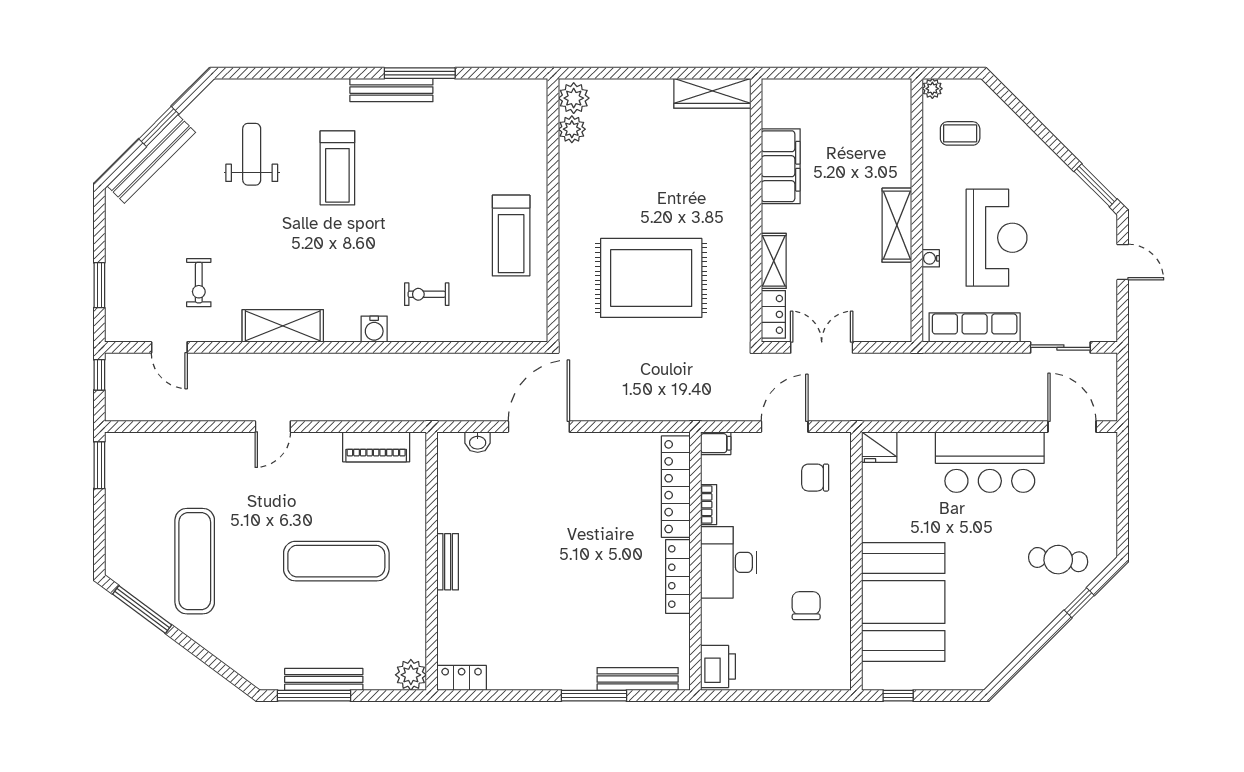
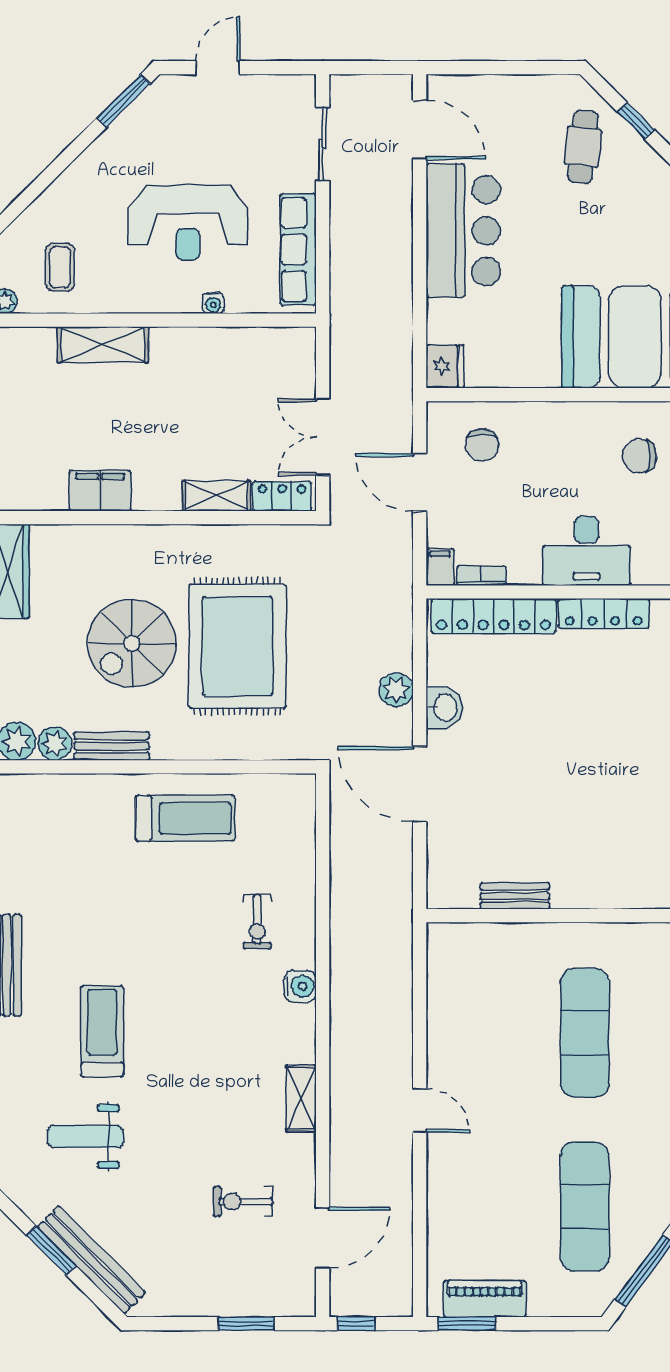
filing cabinet: (781, 166) -> (100, 491), width x0.67, depth x0.86
treadmill: (337, 168) -> (102, 1031), turned -90
bench: (570, 175) -> (112, 746), added
spiral stairs: (654, 192) -> (132, 643), added
shelving: (897, 225) -> (103, 345), moved
reception desk: (996, 238) -> (188, 222), turned 180
exercise bike: (199, 283) -> (243, 1201), turned 180
shelving: (283, 326) -> (301, 1098), width x0.67, depth x0.75
door: (169, 347) -> (323, 1238), width x1.38
plant: (616, 407) -> (396, 690), added
door: (1072, 427) -> (420, 130), swing flipped
washbasin: (478, 442) -> (444, 708), moved, width x1.38, depth x1.45
piano: (376, 447) -> (485, 1299), moved, turned -90
bookcase: (709, 505) -> (481, 576), moved
exercise mat: (195, 561) -> (585, 1206), turned 90
bench: (448, 562) -> (515, 896), moved

